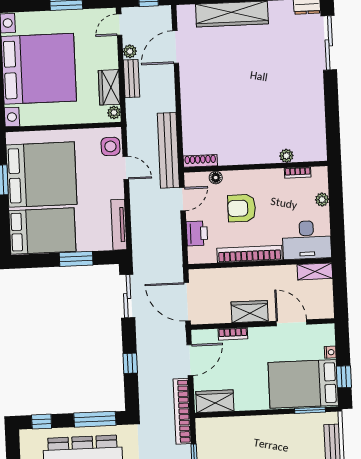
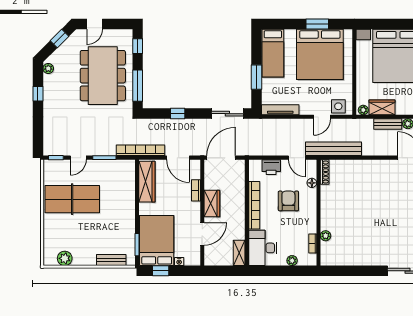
bed: (42, 231) -> (273, 53), width x0.67
wardrobe: (215, 401) -> (147, 182), width x1.50

